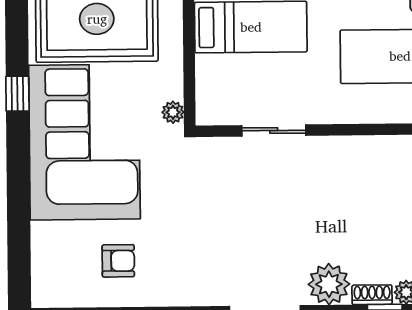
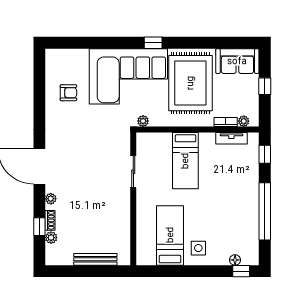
armchair: (118, 261) -> (68, 93), turned -90
plant: (329, 284) -> (51, 199), width x0.53, depth x0.53

